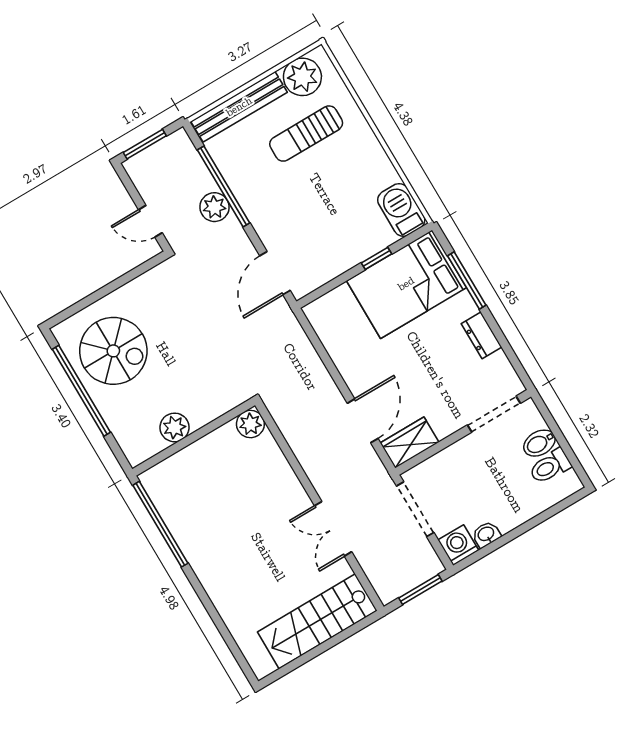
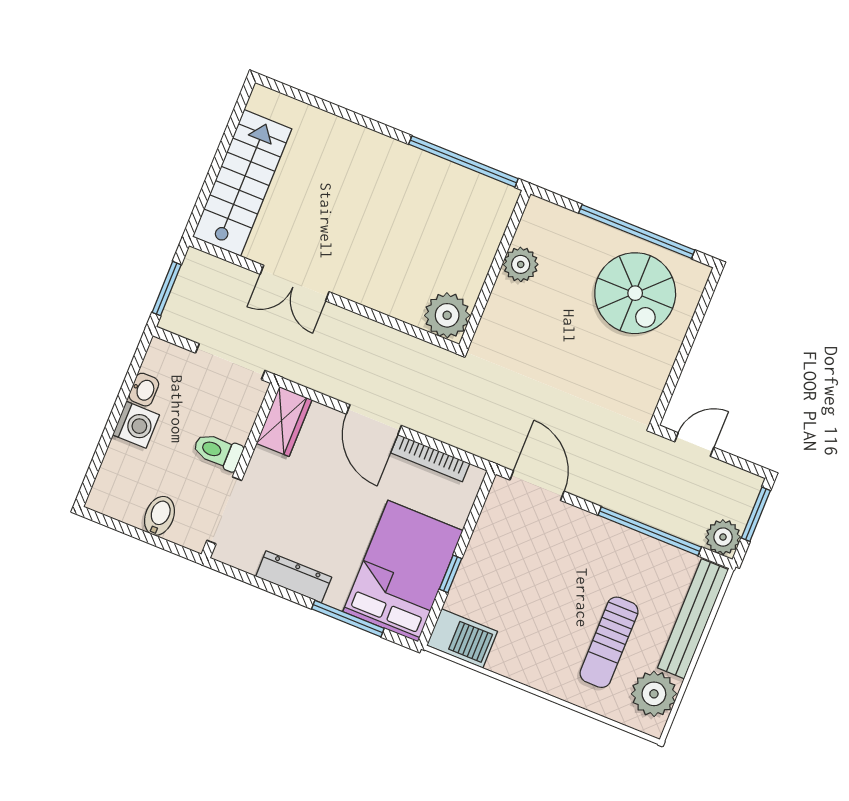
sun lounger: (306, 134) -> (609, 642), turned 180
plant: (214, 207) -> (723, 537), moved
dresser: (481, 335) -> (294, 577), width x1.44
bookcase: (332, 345) -> (430, 458), added
spiral stairs: (113, 351) -> (635, 293), turned -90
door: (363, 421) -> (374, 420), moved
plant: (250, 424) -> (447, 315), width x1.36, depth x1.36
toilet: (550, 466) -> (218, 451), moved, turned -90
double door: (333, 529) -> (295, 283), swing flipped
washing machine: (458, 545) -> (136, 425), moved

